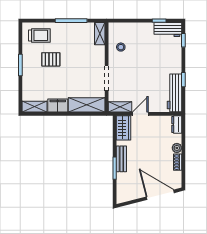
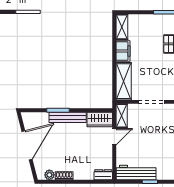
door: (140, 114) -> (114, 137), hinge flipped
plant: (177, 148) -> (49, 175), moved
bench: (121, 159) -> (68, 117), width x1.36
door: (160, 195) -> (27, 145), moved

